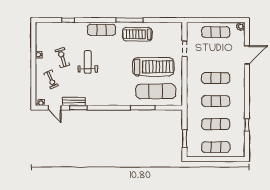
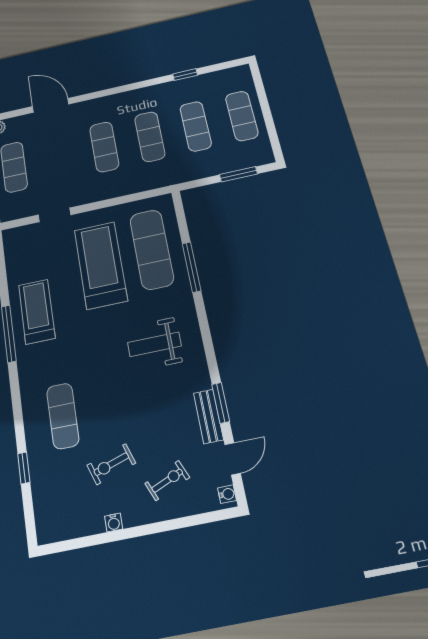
exercise mat: (102, 30) -> (63, 416), moved
treadmill: (137, 34) -> (37, 311), turned 180
weight bench: (88, 62) -> (154, 344), moved

